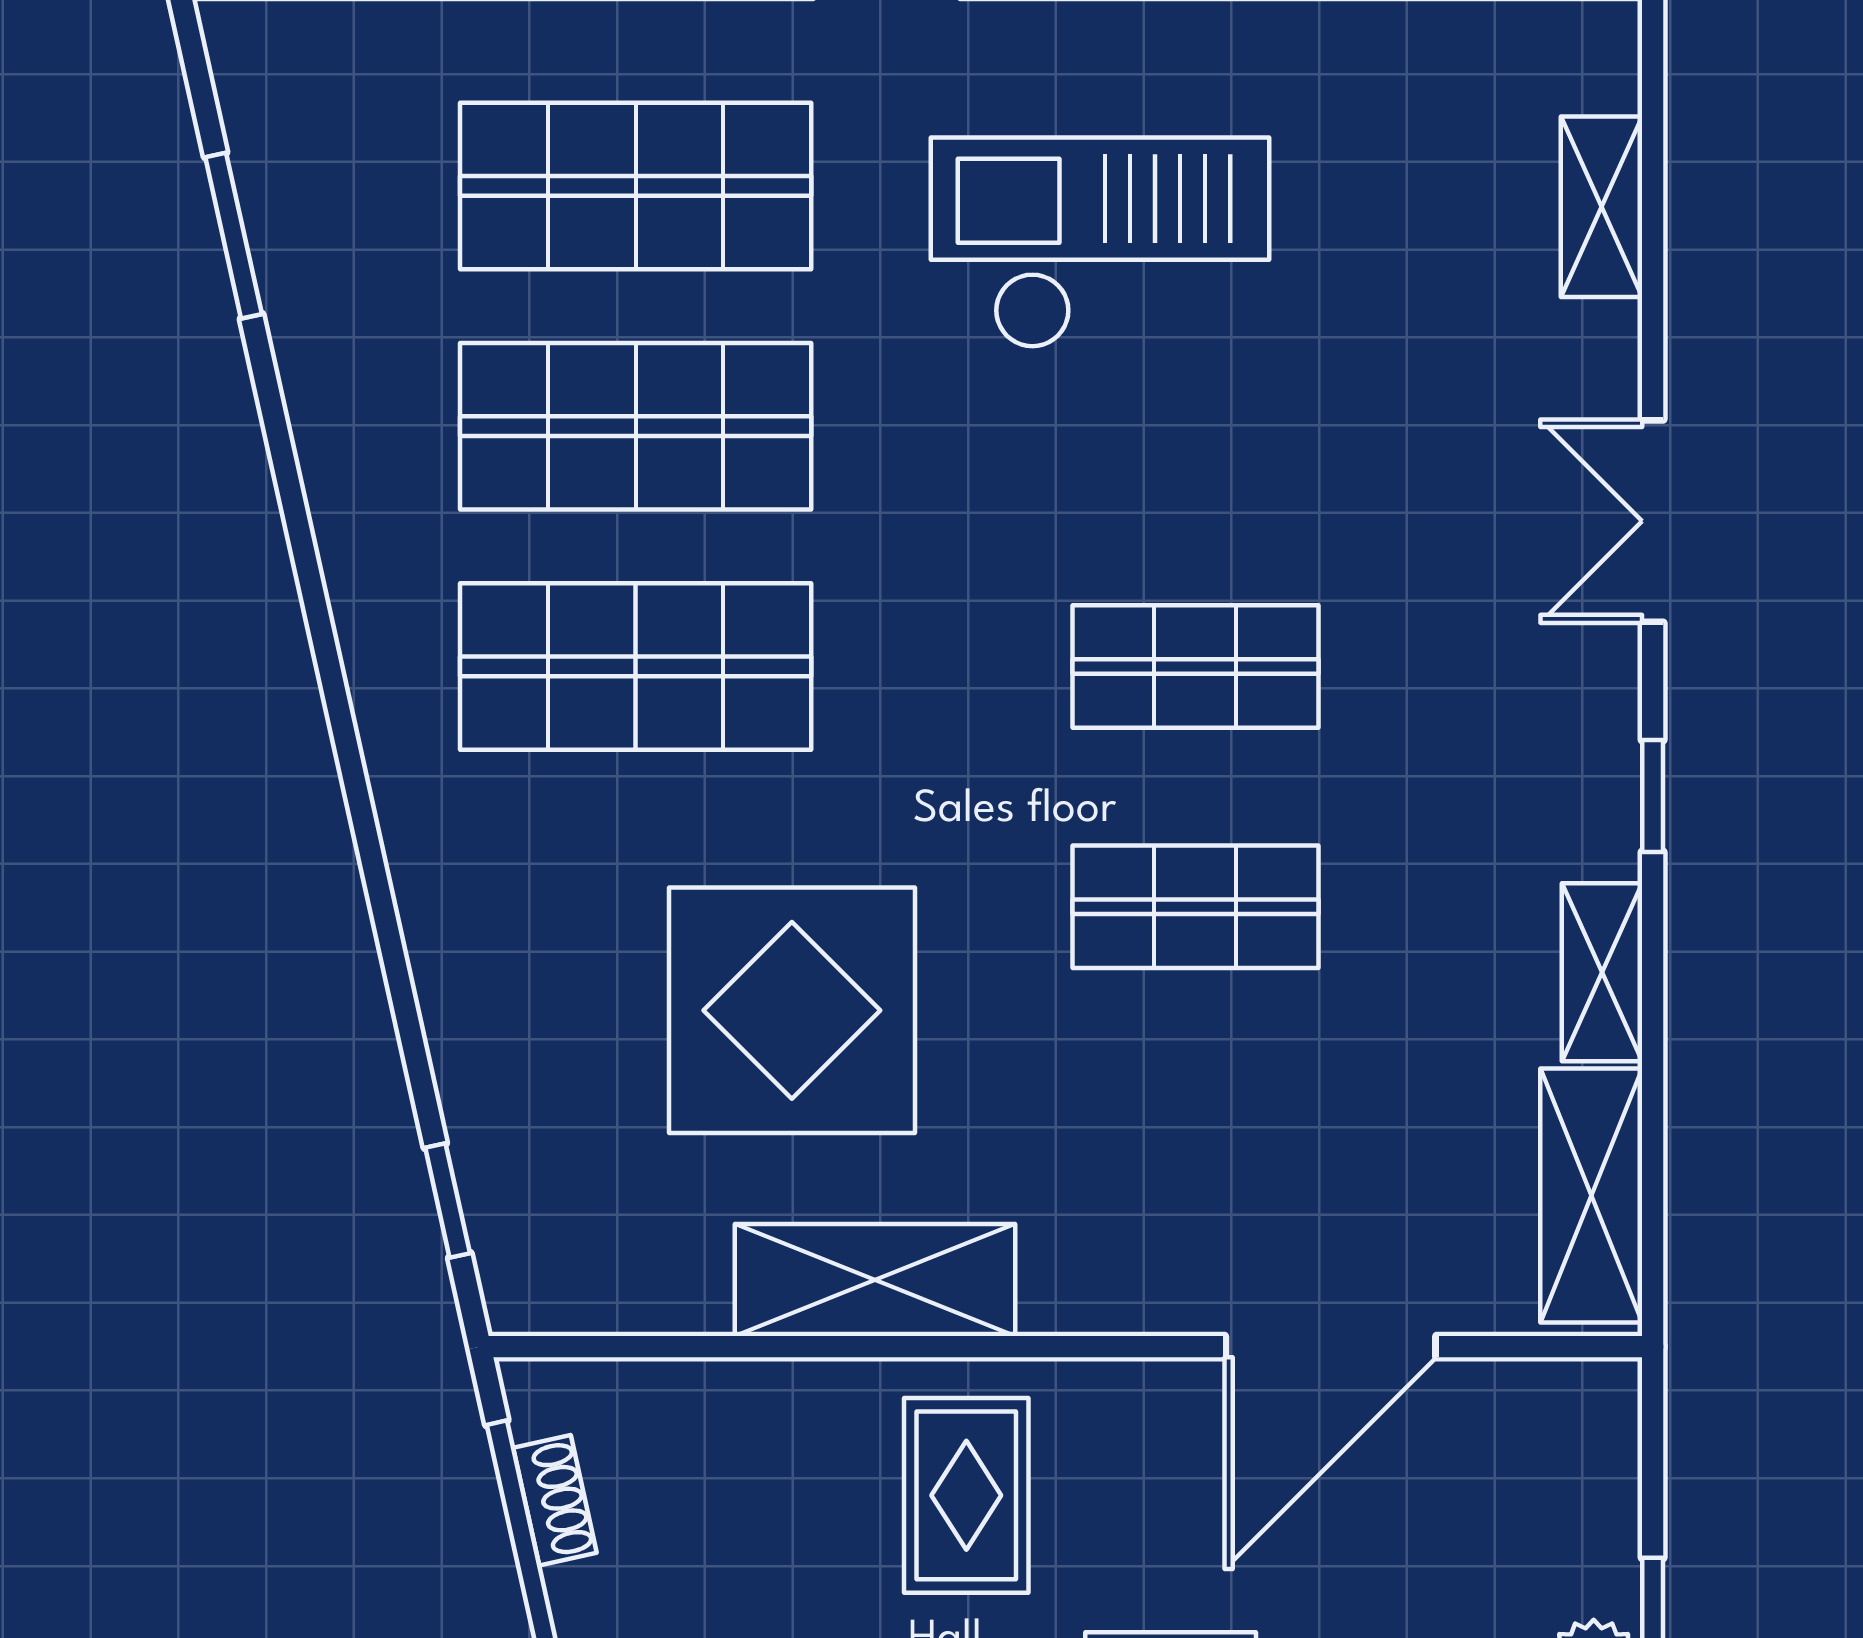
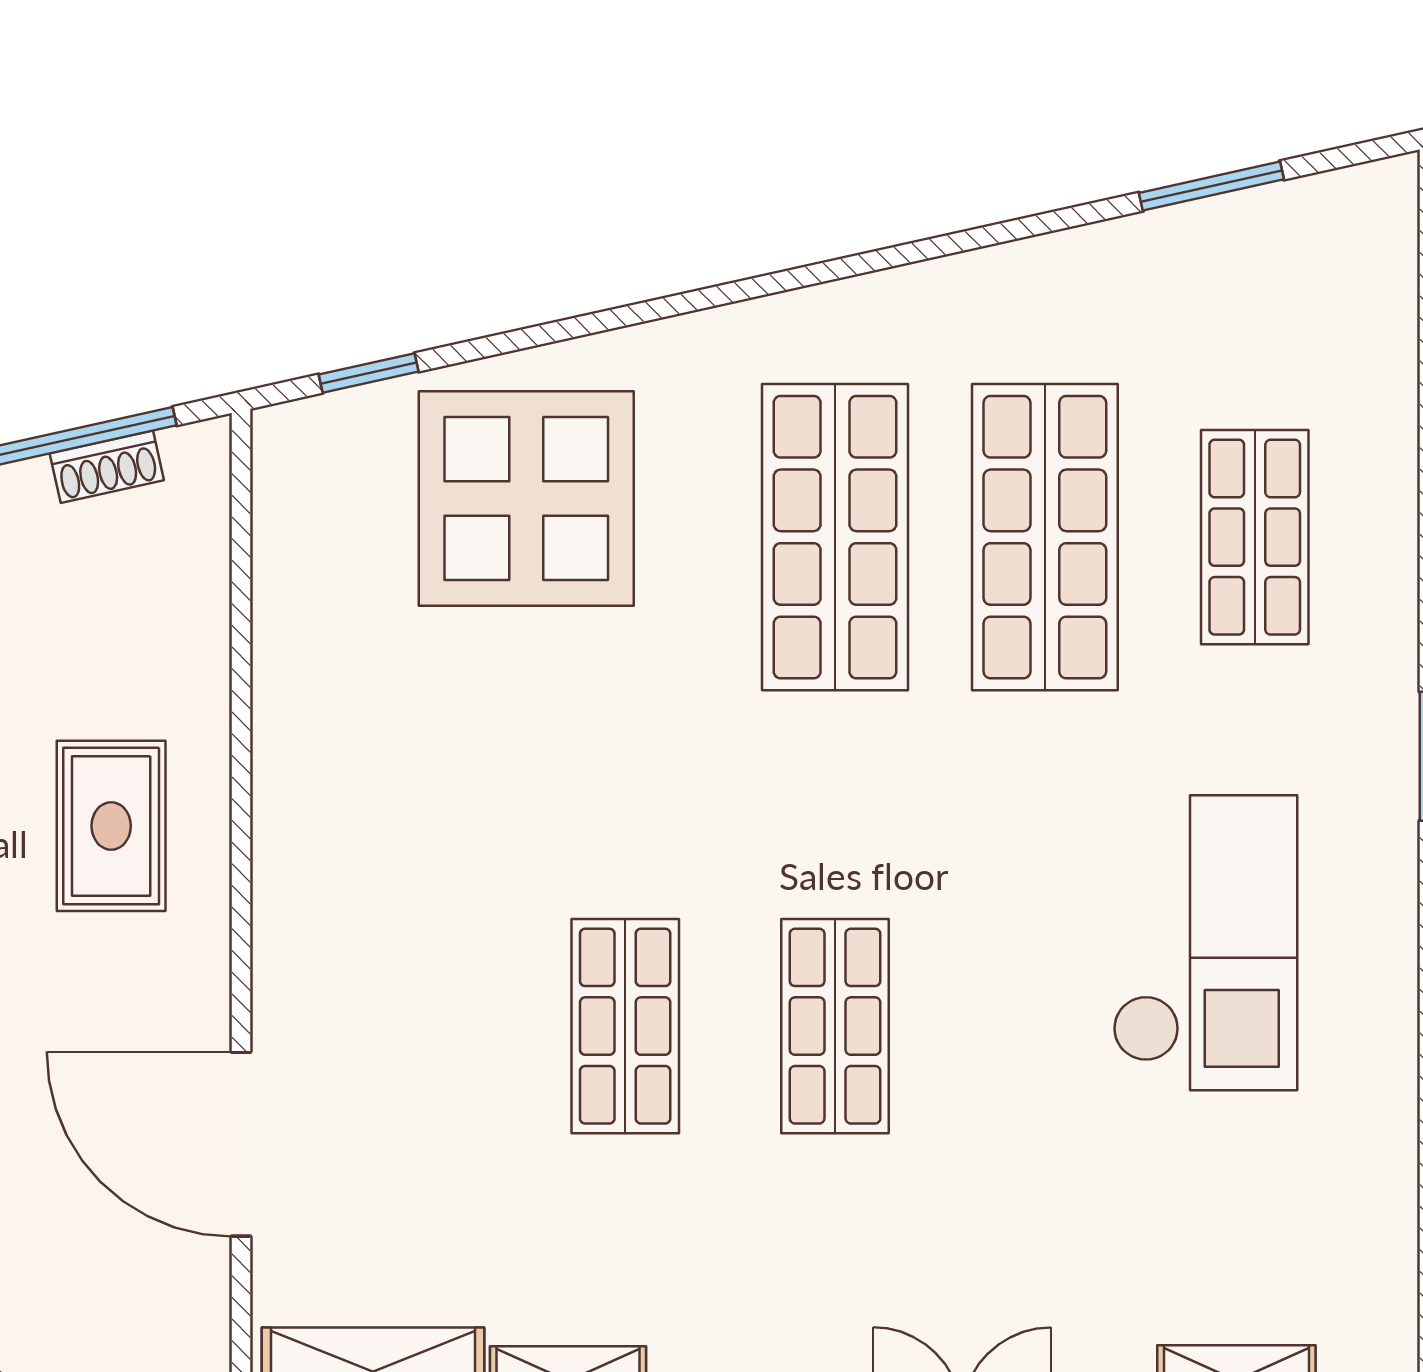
shop shelf: (636, 186) -> (1255, 537), width x0.70, depth x0.74
display table: (792, 1010) -> (526, 499), moved
shelving: (875, 1280) -> (299, 746), removed
rug: (966, 1495) -> (111, 826), turned 90

